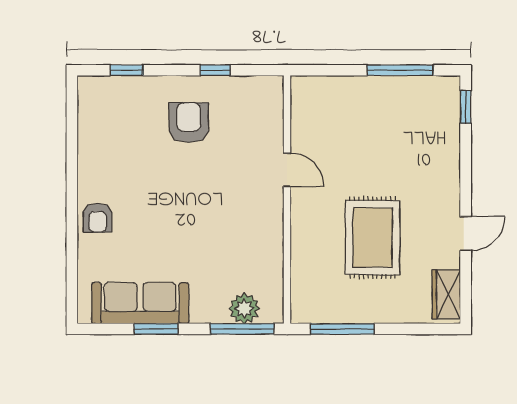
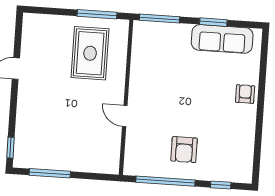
window: (215, 70) -> (165, 181), width x3.17
rug: (372, 238) -> (90, 53), moved
wardrobe: (446, 295) -> (31, 31), removed
plant: (244, 308) -> (157, 31), removed

